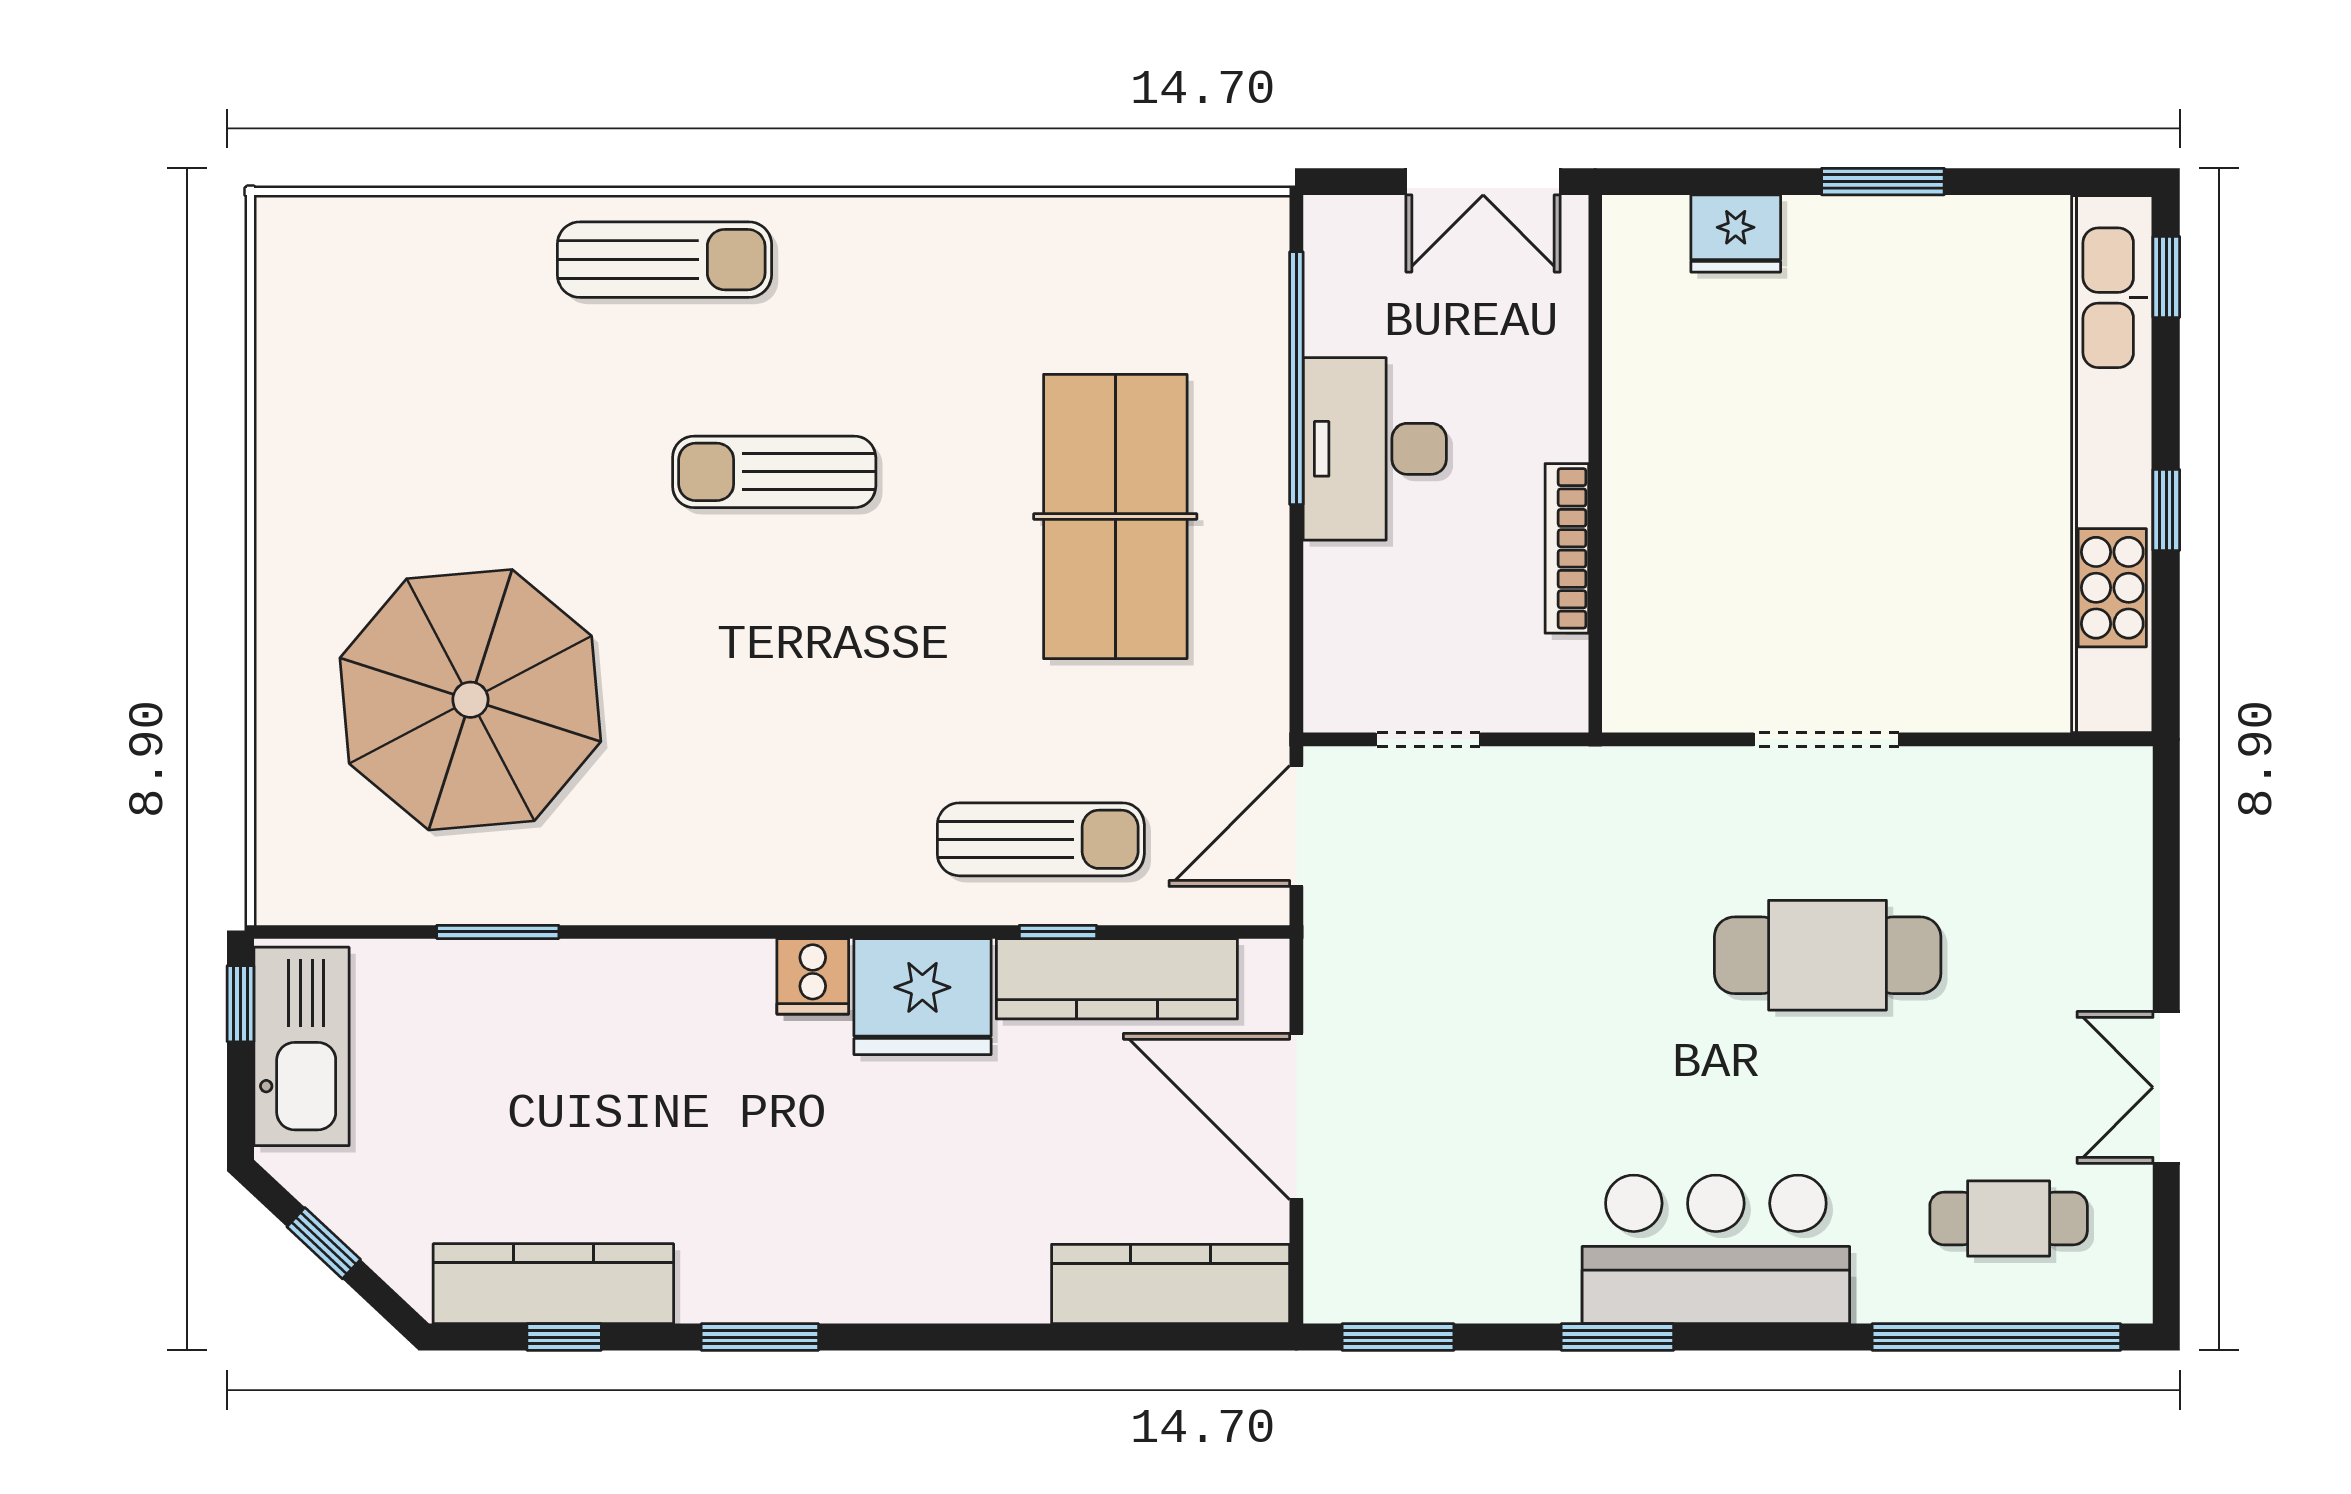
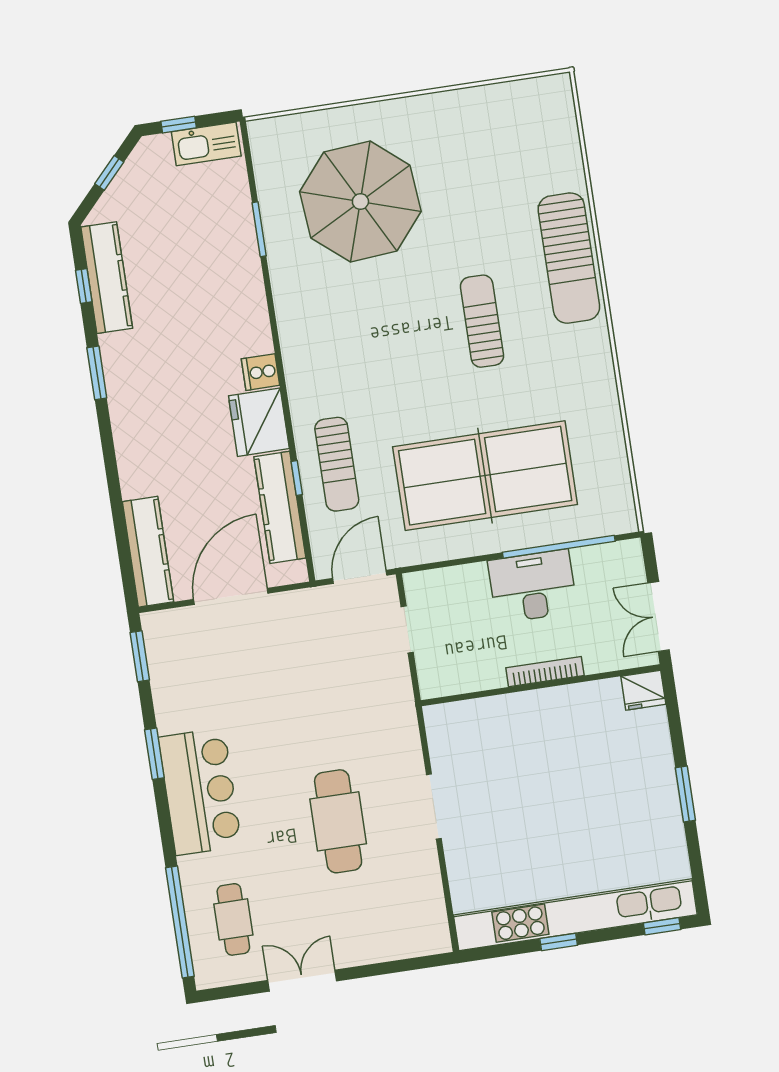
fridge: (1736, 233) -> (643, 690), moved, turned -90
sun lounger: (664, 260) -> (569, 258), width x1.36, depth x1.34
table tennis table: (1115, 516) -> (485, 476), width x1.36, depth x1.32
bookcase: (1567, 548) -> (545, 672), moved
door: (1296, 826) -> (360, 577), hinge flipped
window: (241, 1004) -> (179, 125), moved
kitchen sink: (301, 1046) -> (206, 144), width x0.73, depth x0.81

